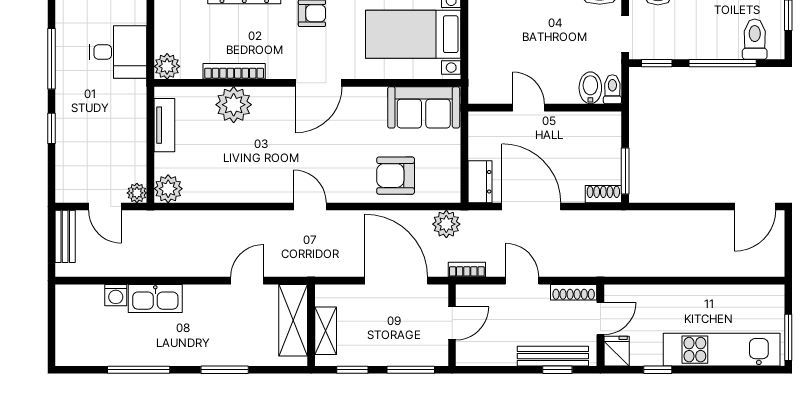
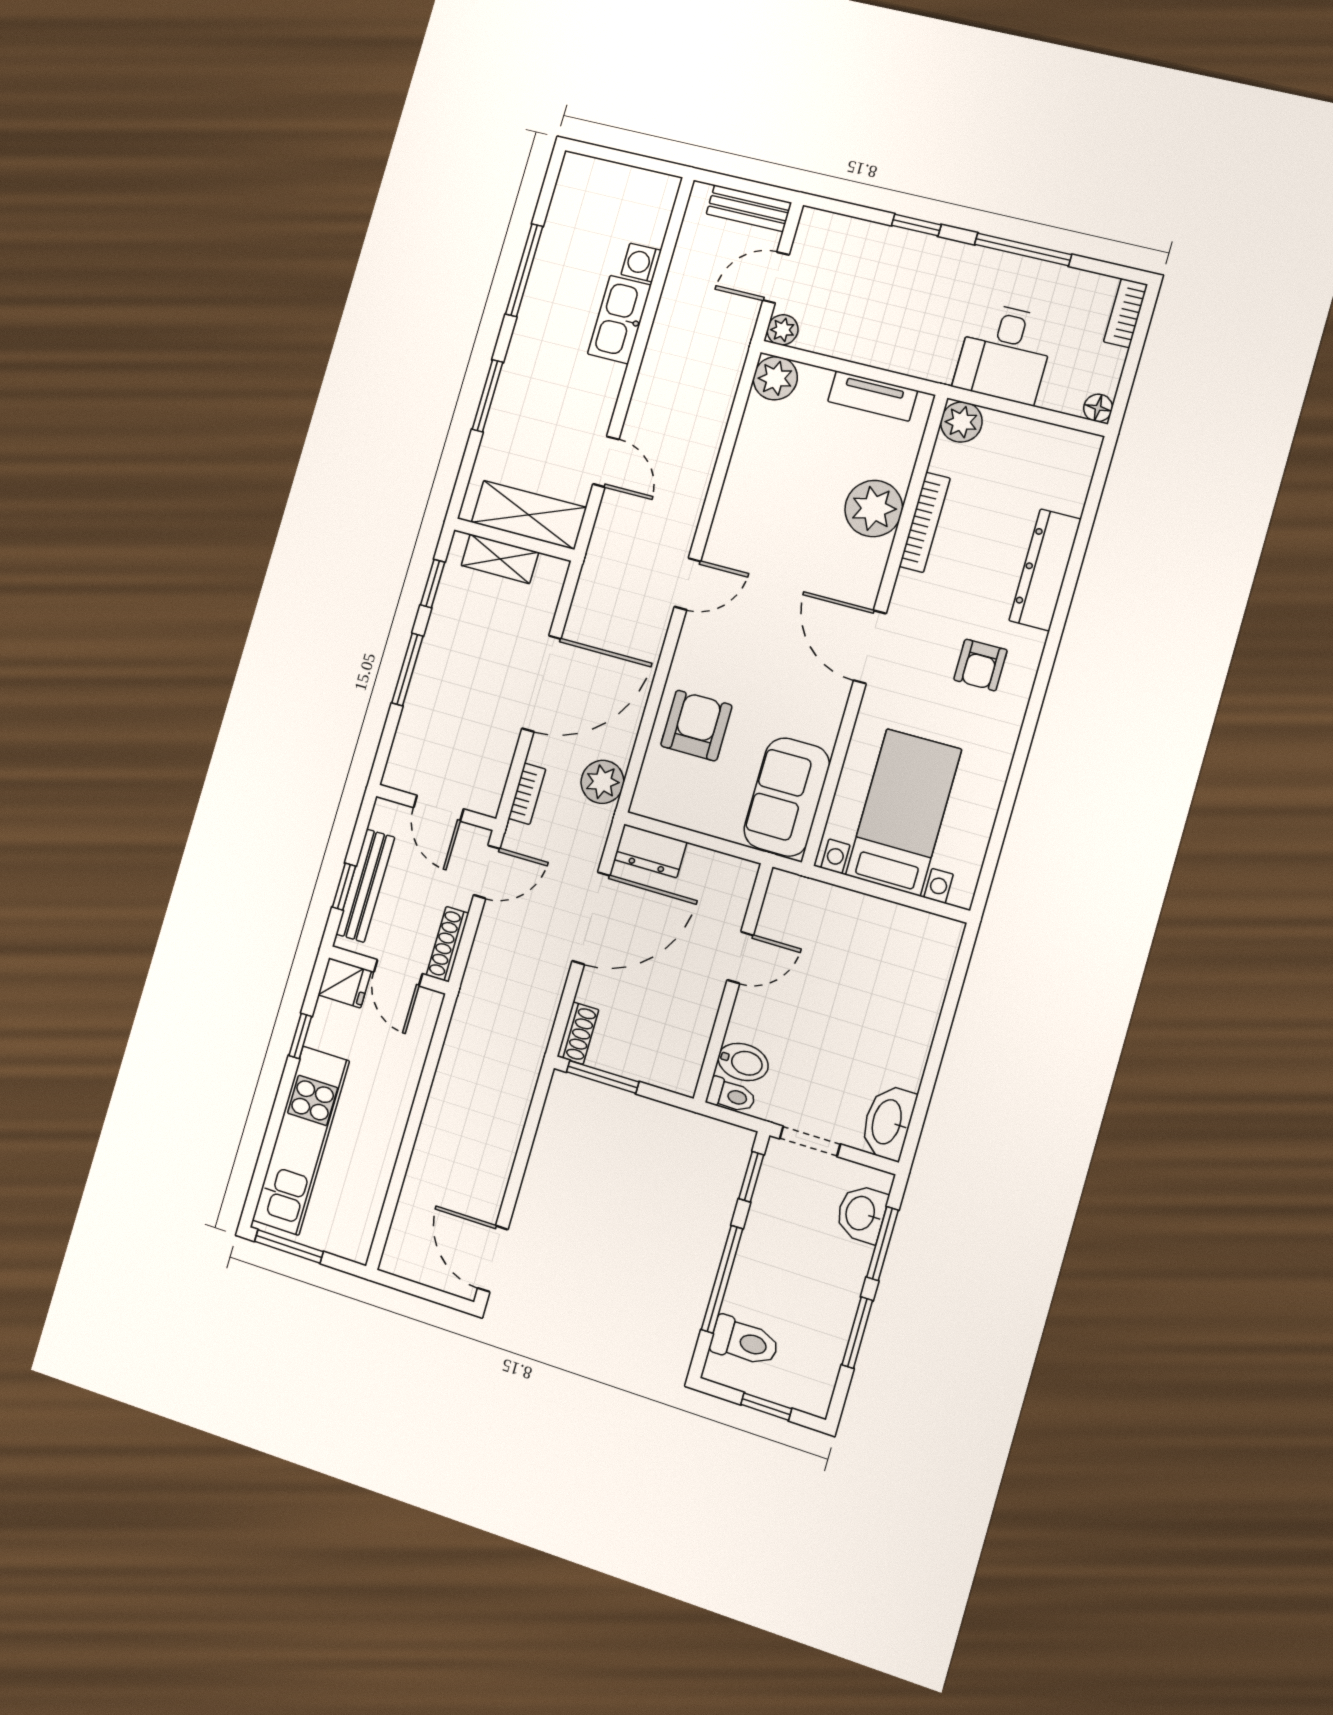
door: (452, 323) -> (438, 808), moved
wall: (452, 325) -> (436, 807), moved

